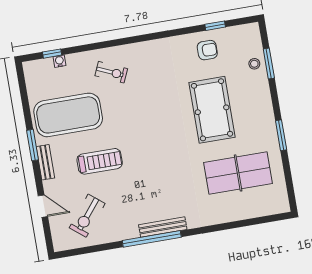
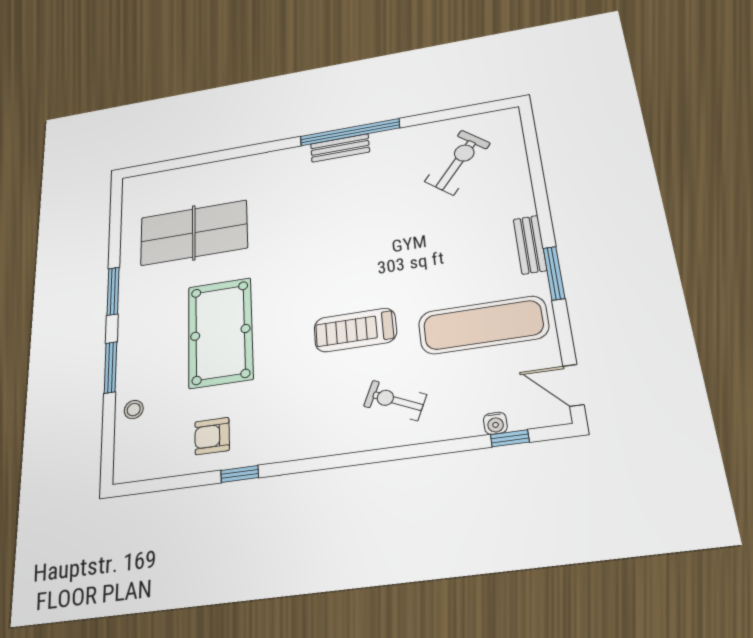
window: (215, 26) -> (240, 474), moved
window: (269, 64) -> (110, 367), moved
exercise mat: (68, 115) -> (483, 325), width x0.68
treadmill: (100, 161) -> (355, 330), moved
door: (43, 206) -> (573, 385), moved
bench: (163, 227) -> (340, 148), width x0.73

